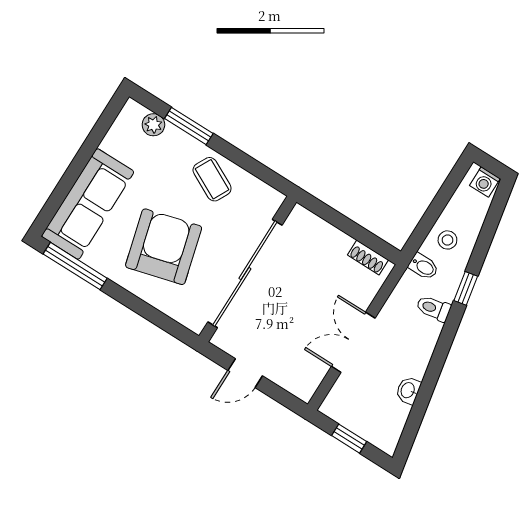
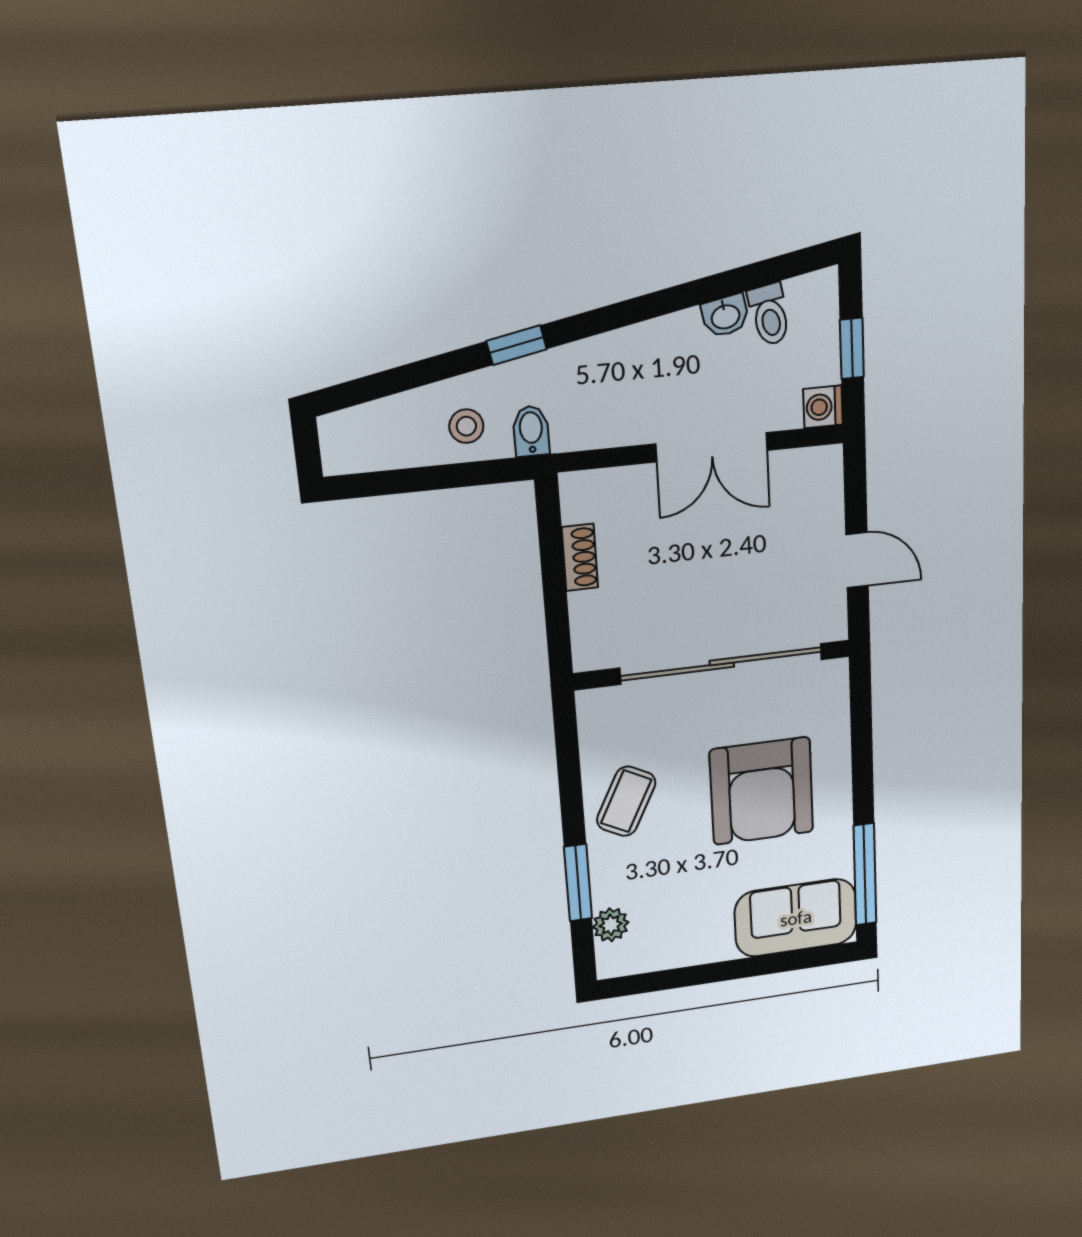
washing machine: (485, 182) -> (823, 407), moved, turned 180
sofa: (88, 204) -> (796, 918), width x0.73
armchair: (164, 247) -> (762, 791), turned -75
shoe rack: (368, 257) -> (580, 557), moved
toilet: (433, 308) -> (769, 314), moved

